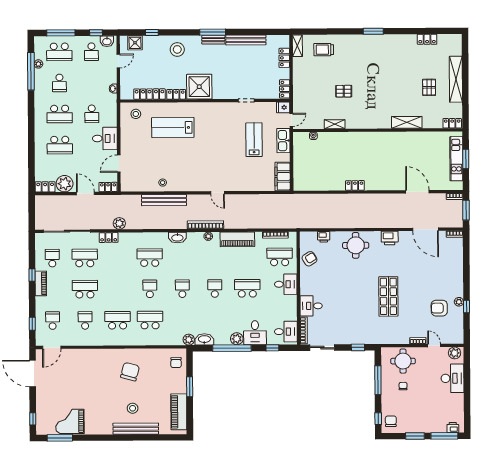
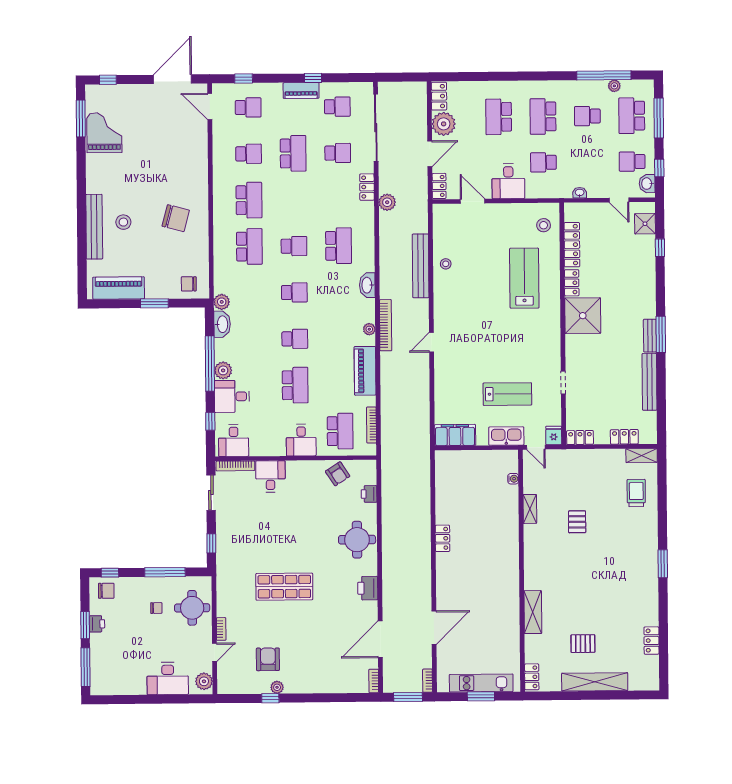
stool: (177, 49) -> (636, 284), removed
school desk: (85, 258) -> (338, 153), width x0.54
printer: (453, 427) -> (97, 624), moved

